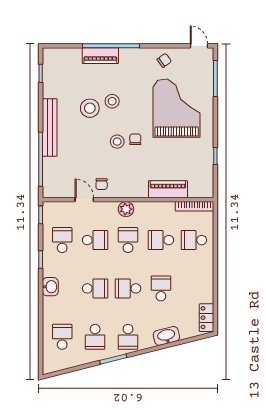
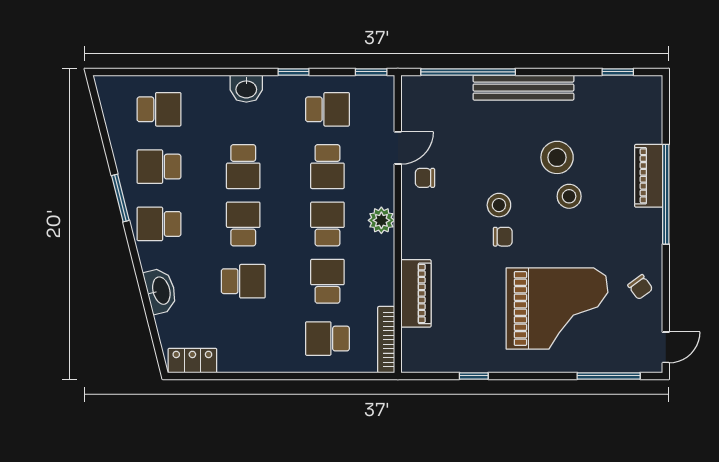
school desk: (128, 240) -> (327, 224), turned -90
school desk: (194, 240) -> (327, 339), turned -90

